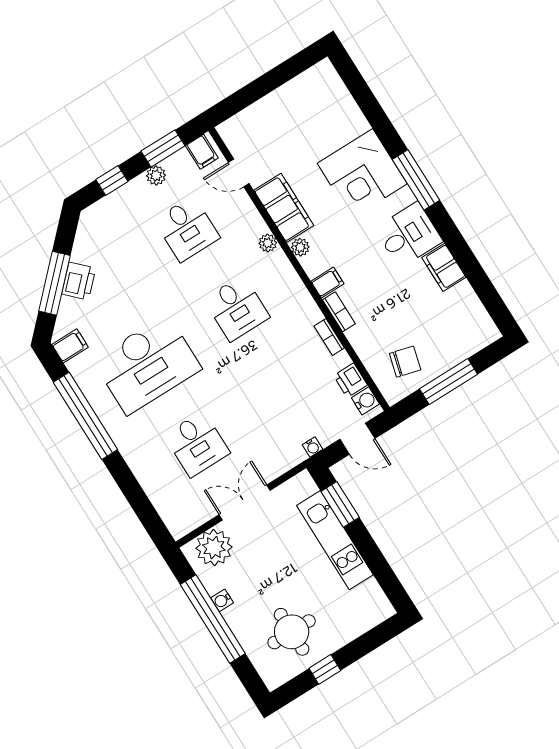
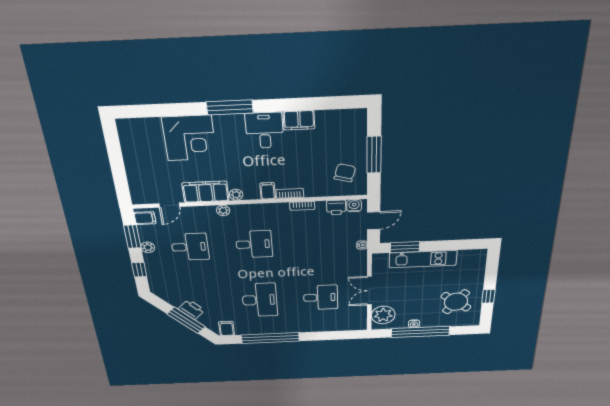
corner desk: (362, 174) -> (189, 138), moved
desk: (147, 365) -> (260, 300), width x0.73, depth x0.77
round table: (292, 632) -> (456, 302), turned 37

